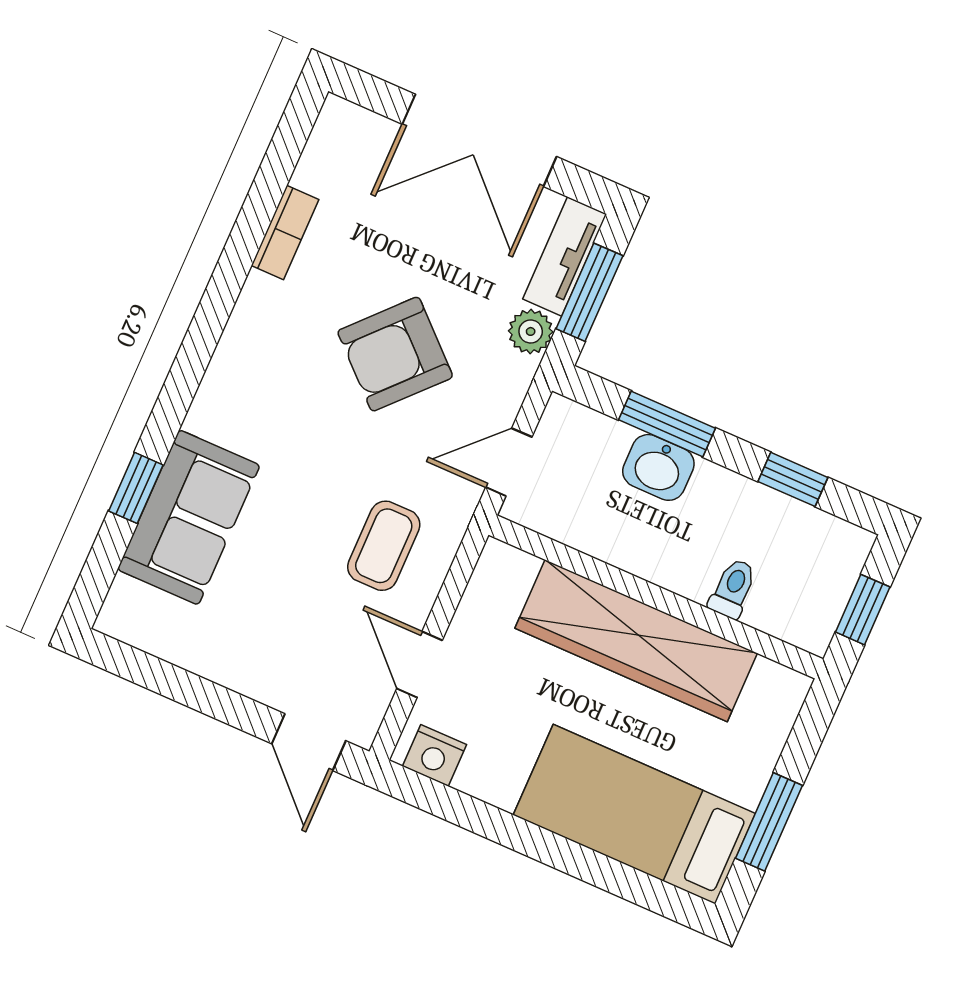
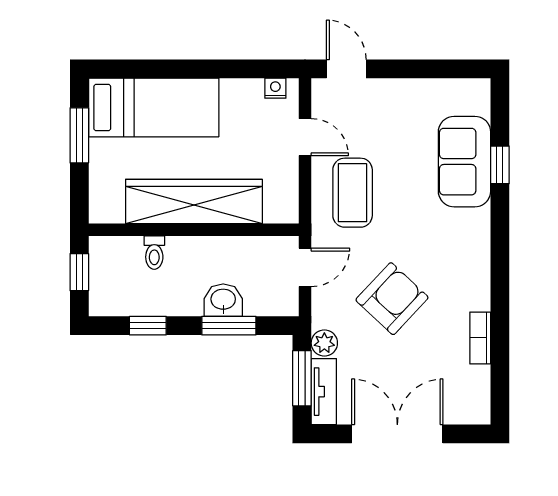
coffee table: (384, 546) -> (353, 193), width x1.36, depth x1.30
nightstand: (435, 755) -> (275, 88), width x0.72, depth x0.74

